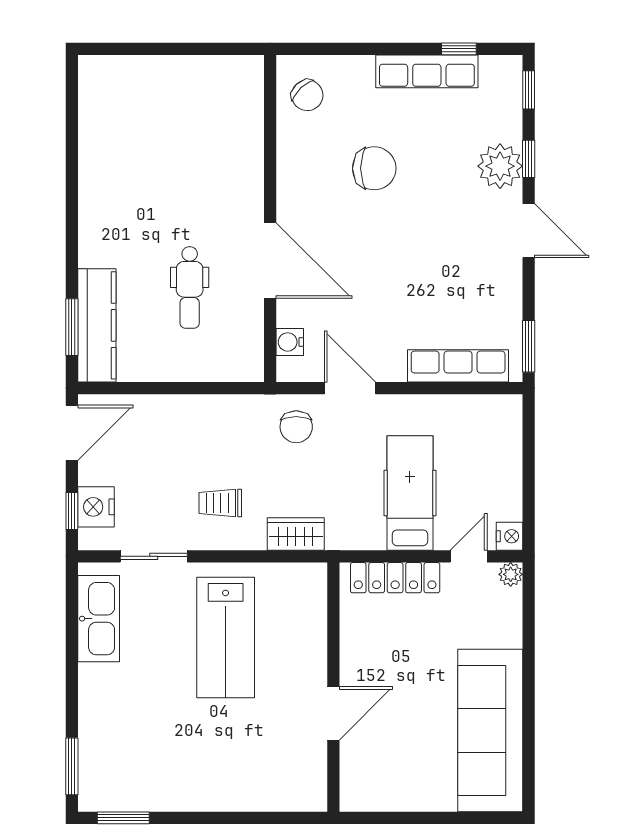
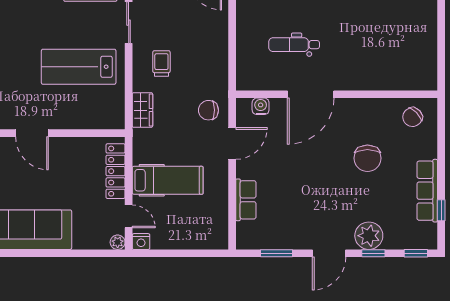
window: (529, 346) -> (277, 253), moved
row of seats: (458, 366) -> (246, 200), width x0.68

